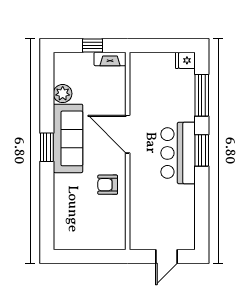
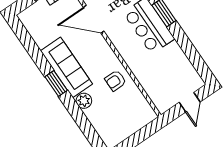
plant: (63, 94) -> (84, 101), moved
door: (128, 134) -> (94, 19), moved

